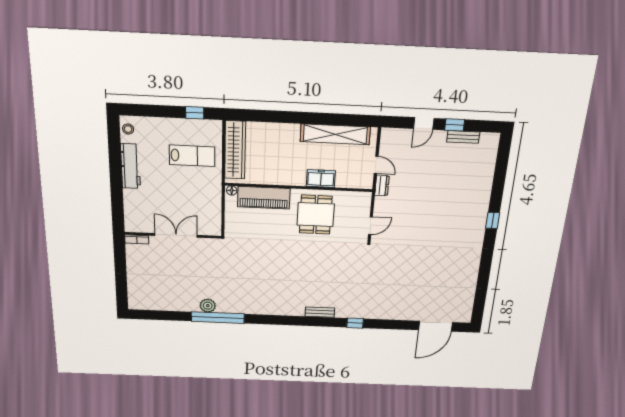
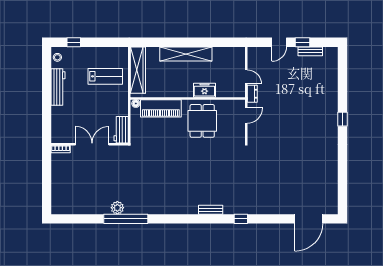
window: (195, 113) -> (74, 42), moved
shelving: (335, 134) -> (186, 54), moved
workbench: (213, 220) -> (121, 130), added
door: (370, 226) -> (246, 115), moved

